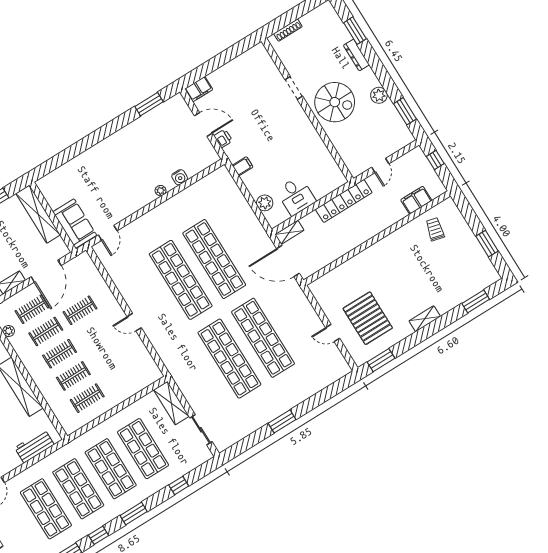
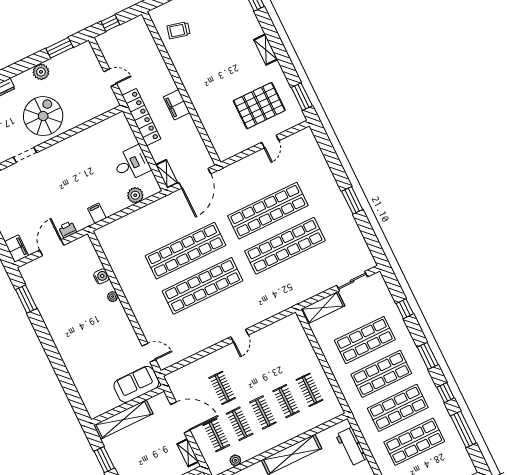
filing cabinet: (416, 200) -> (177, 105), moved

